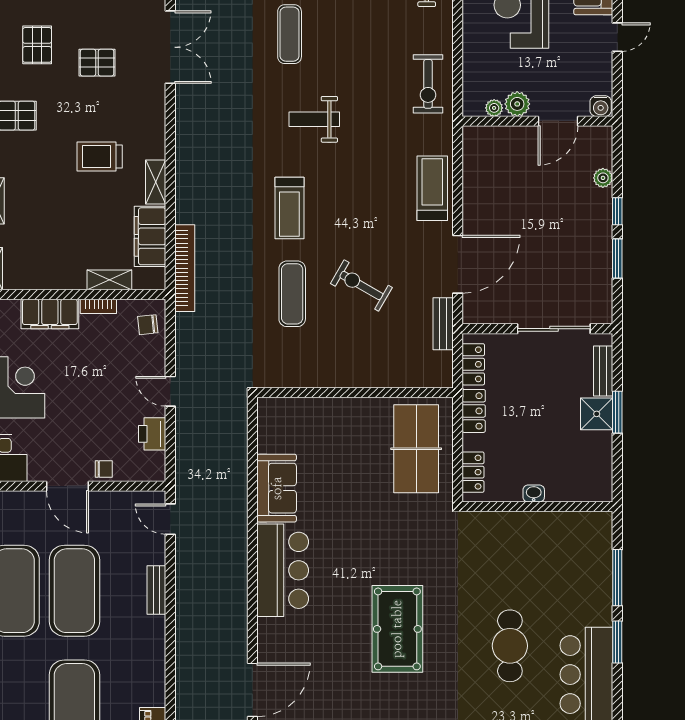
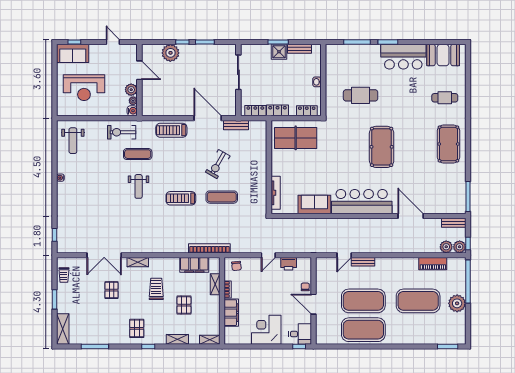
exercise mat: (290, 34) -> (138, 154), moved
door: (617, 37) -> (113, 42), moved
pallet: (37, 45) -> (184, 305), moved, turned 90
double door: (170, 47) -> (104, 255), swing flipped
exercise bike: (428, 84) -> (122, 132), turned 180
water cooler: (601, 106) -> (132, 111), moved
trolley: (100, 156) -> (156, 289), turned 180
plant: (603, 178) -> (170, 53), width x1.87, depth x1.87
shelving: (156, 182) -> (138, 262), moved
treadmill: (289, 208) -> (181, 198), turned 180
bench: (603, 371) -> (299, 49), moved
tv unit: (301, 407) -> (276, 193), added
door: (67, 486) -> (313, 304), swing flipped
door: (170, 519) -> (344, 255), moved
bar counter: (283, 570) -> (362, 202), width x1.36
pool table: (397, 629) -> (382, 147), turned 90
cafe table: (510, 646) -> (361, 95), moved

